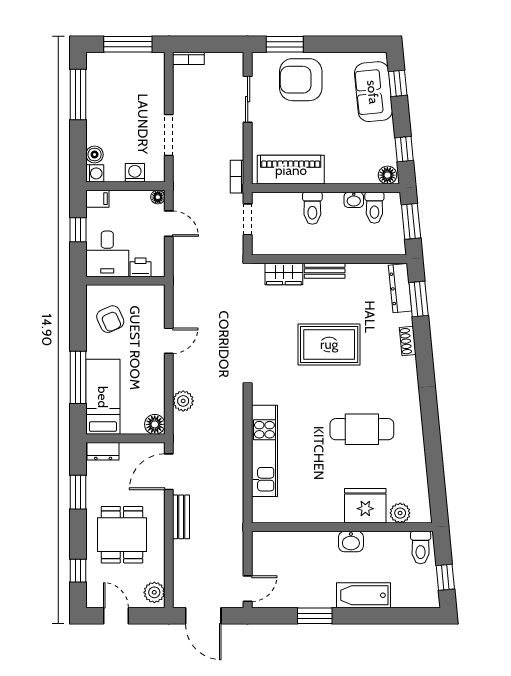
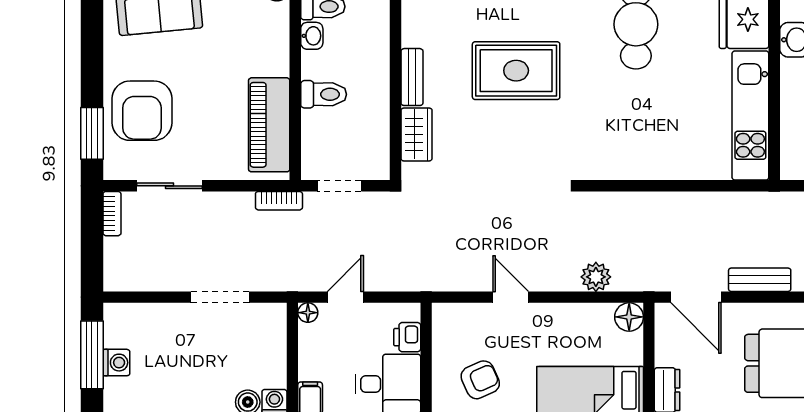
bookcase: (188, 58) -> (112, 214), moved
washing machine: (135, 173) -> (116, 363), moved, turned 180
rug: (329, 344) -> (516, 71), turned 90
kitchen unit: (264, 451) -> (750, 115), moved, turned -90

